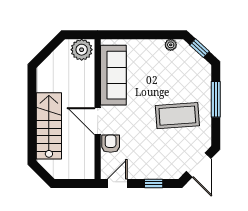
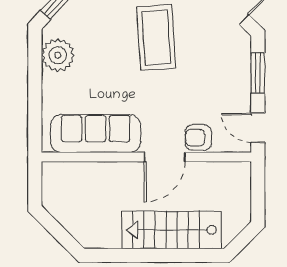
plant: (171, 45) -> (58, 55), width x1.88, depth x1.88
plant: (82, 50) -> (57, 181), removed
window: (154, 183) -> (258, 73), width x1.50

